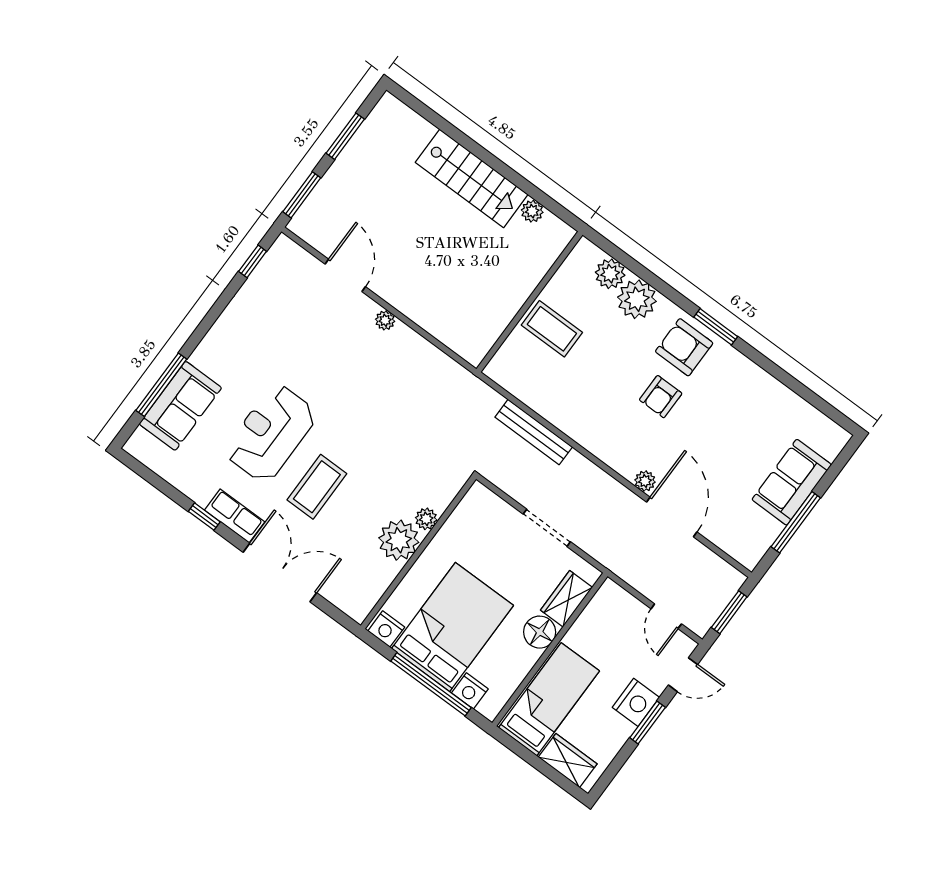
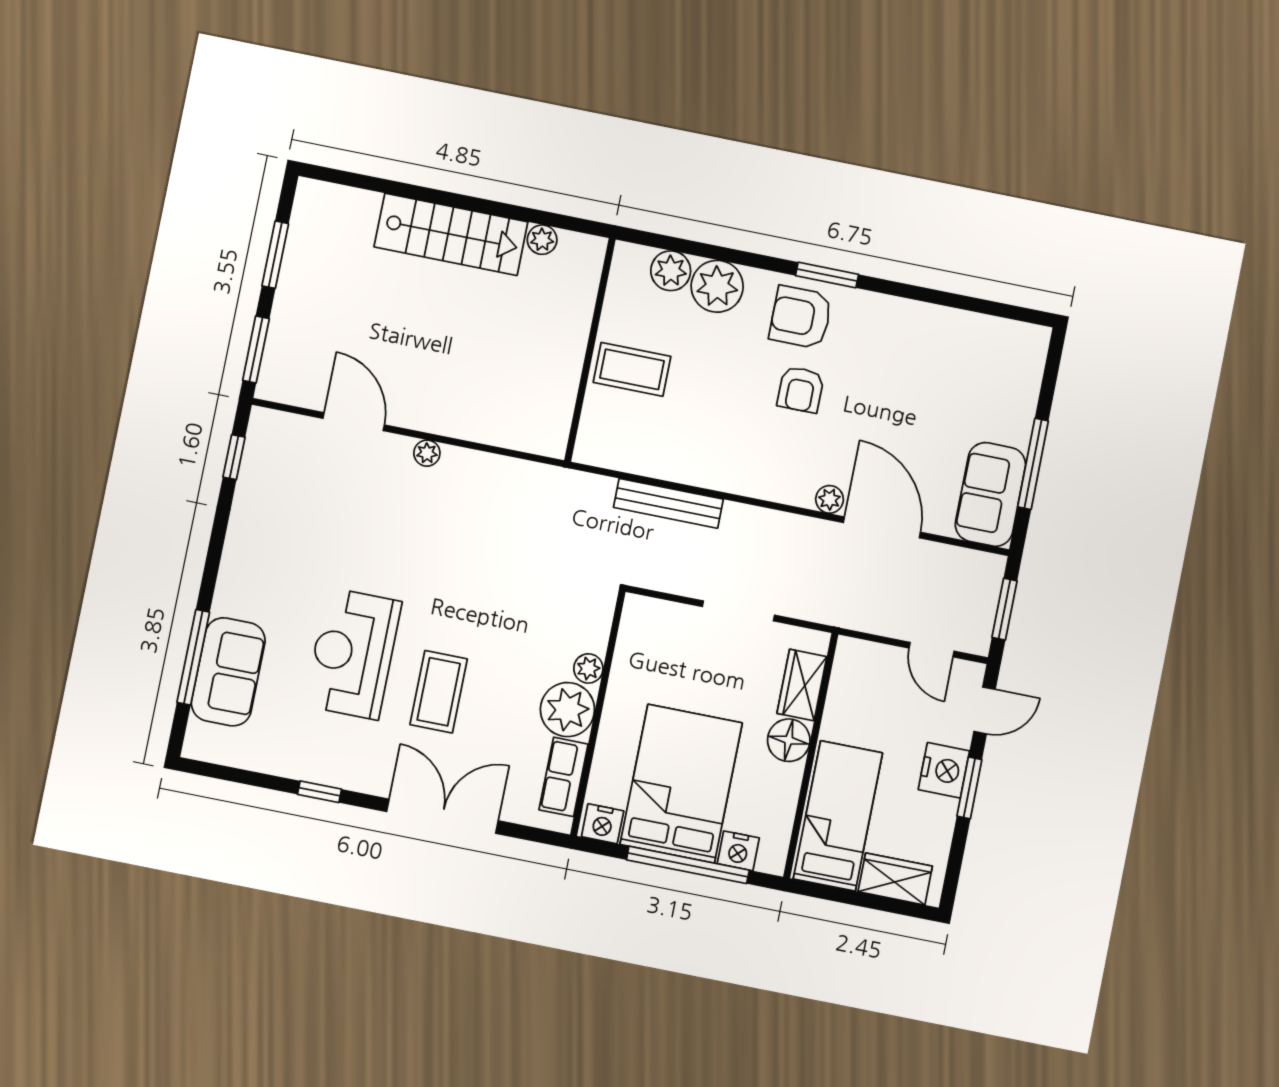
sofa: (792, 482) -> (990, 494), moved
row of seats: (235, 516) -> (564, 777), moved, turned -90

